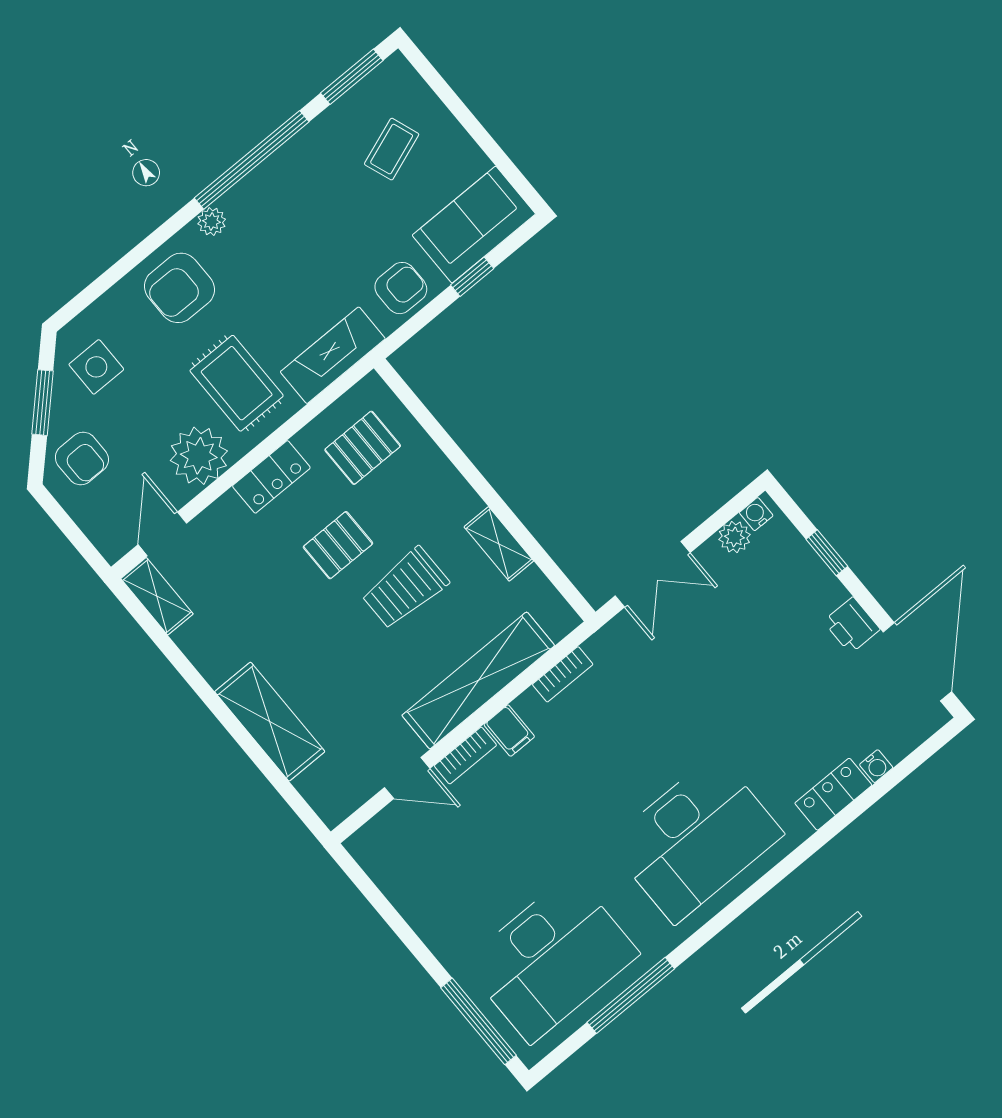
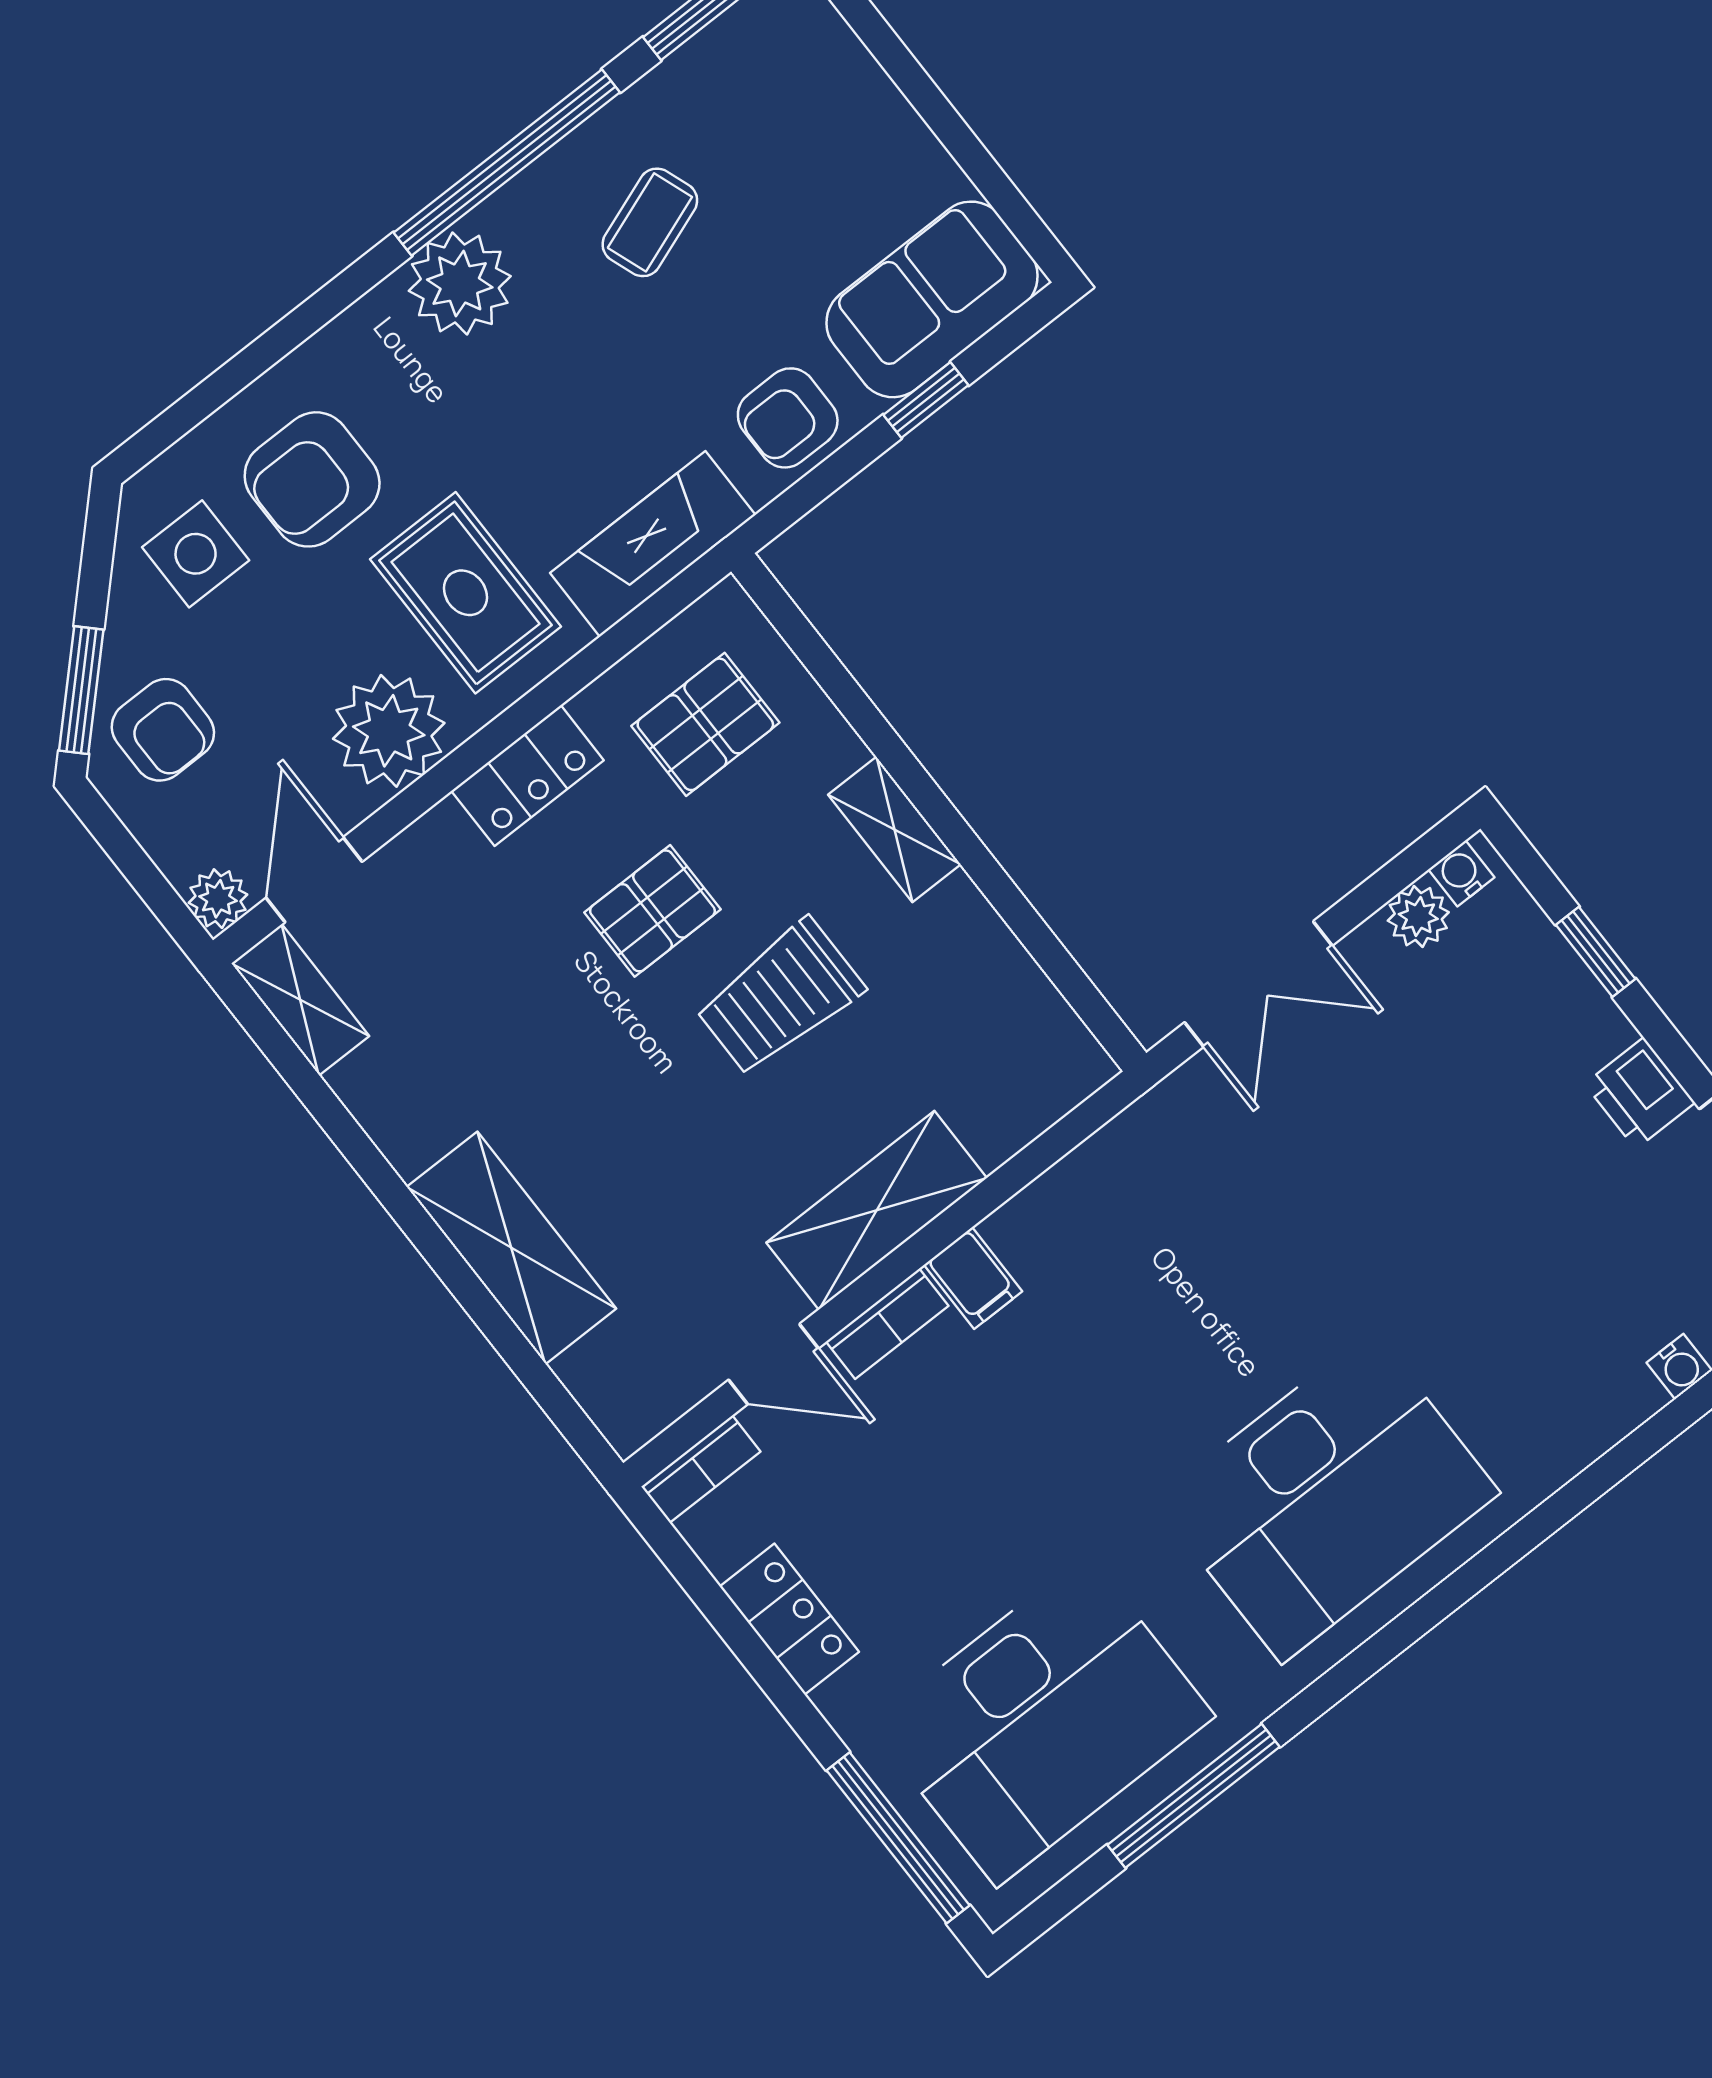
coffee table: (392, 149) -> (650, 222), moved
plant: (212, 222) -> (460, 283), width x1.87, depth x1.87
armchair: (180, 288) -> (312, 479), moved
armchair: (401, 288) -> (788, 418), turned 180
window: (43, 403) -> (81, 690), moved
shelving: (499, 544) -> (894, 829), moved
plant: (113, 545) -> (218, 899), added
bookcase: (563, 674) -> (701, 1469), moved
shelving: (478, 680) -> (877, 1210), width x0.68
locker: (833, 794) -> (789, 1619), moved, turned 90

